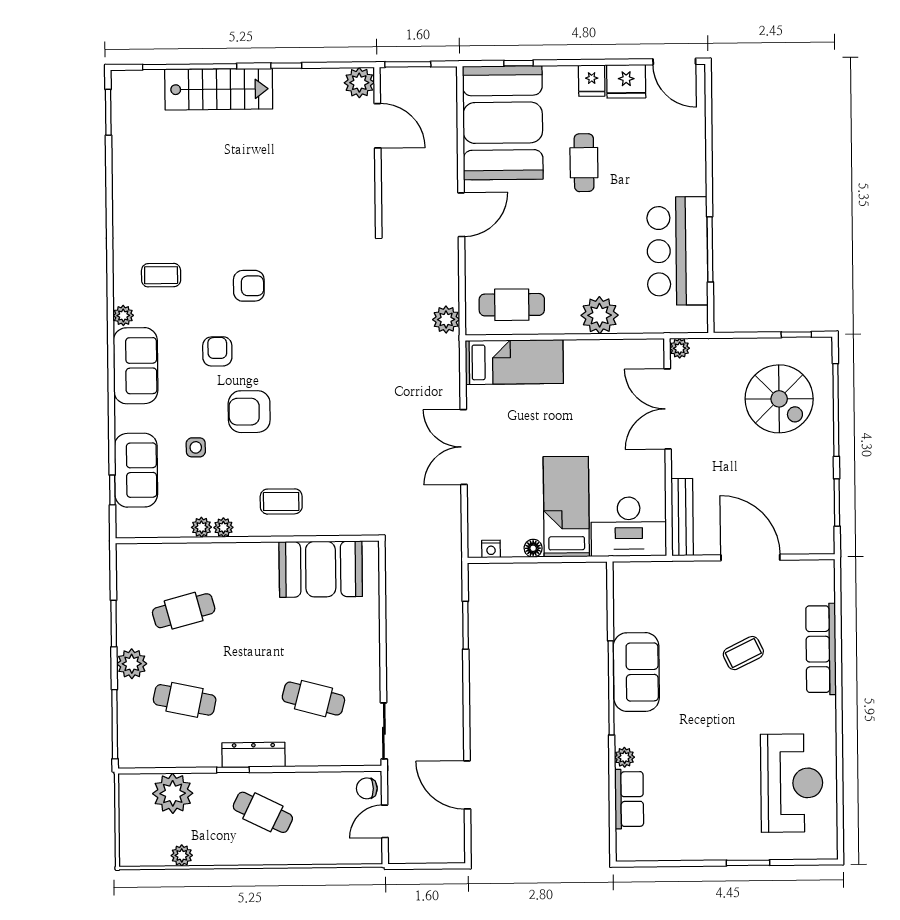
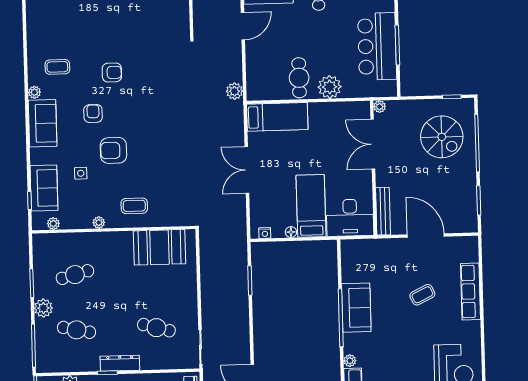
cafe table: (512, 305) -> (299, 78), moved, turned 90
plant: (201, 527) -> (53, 224), moved

